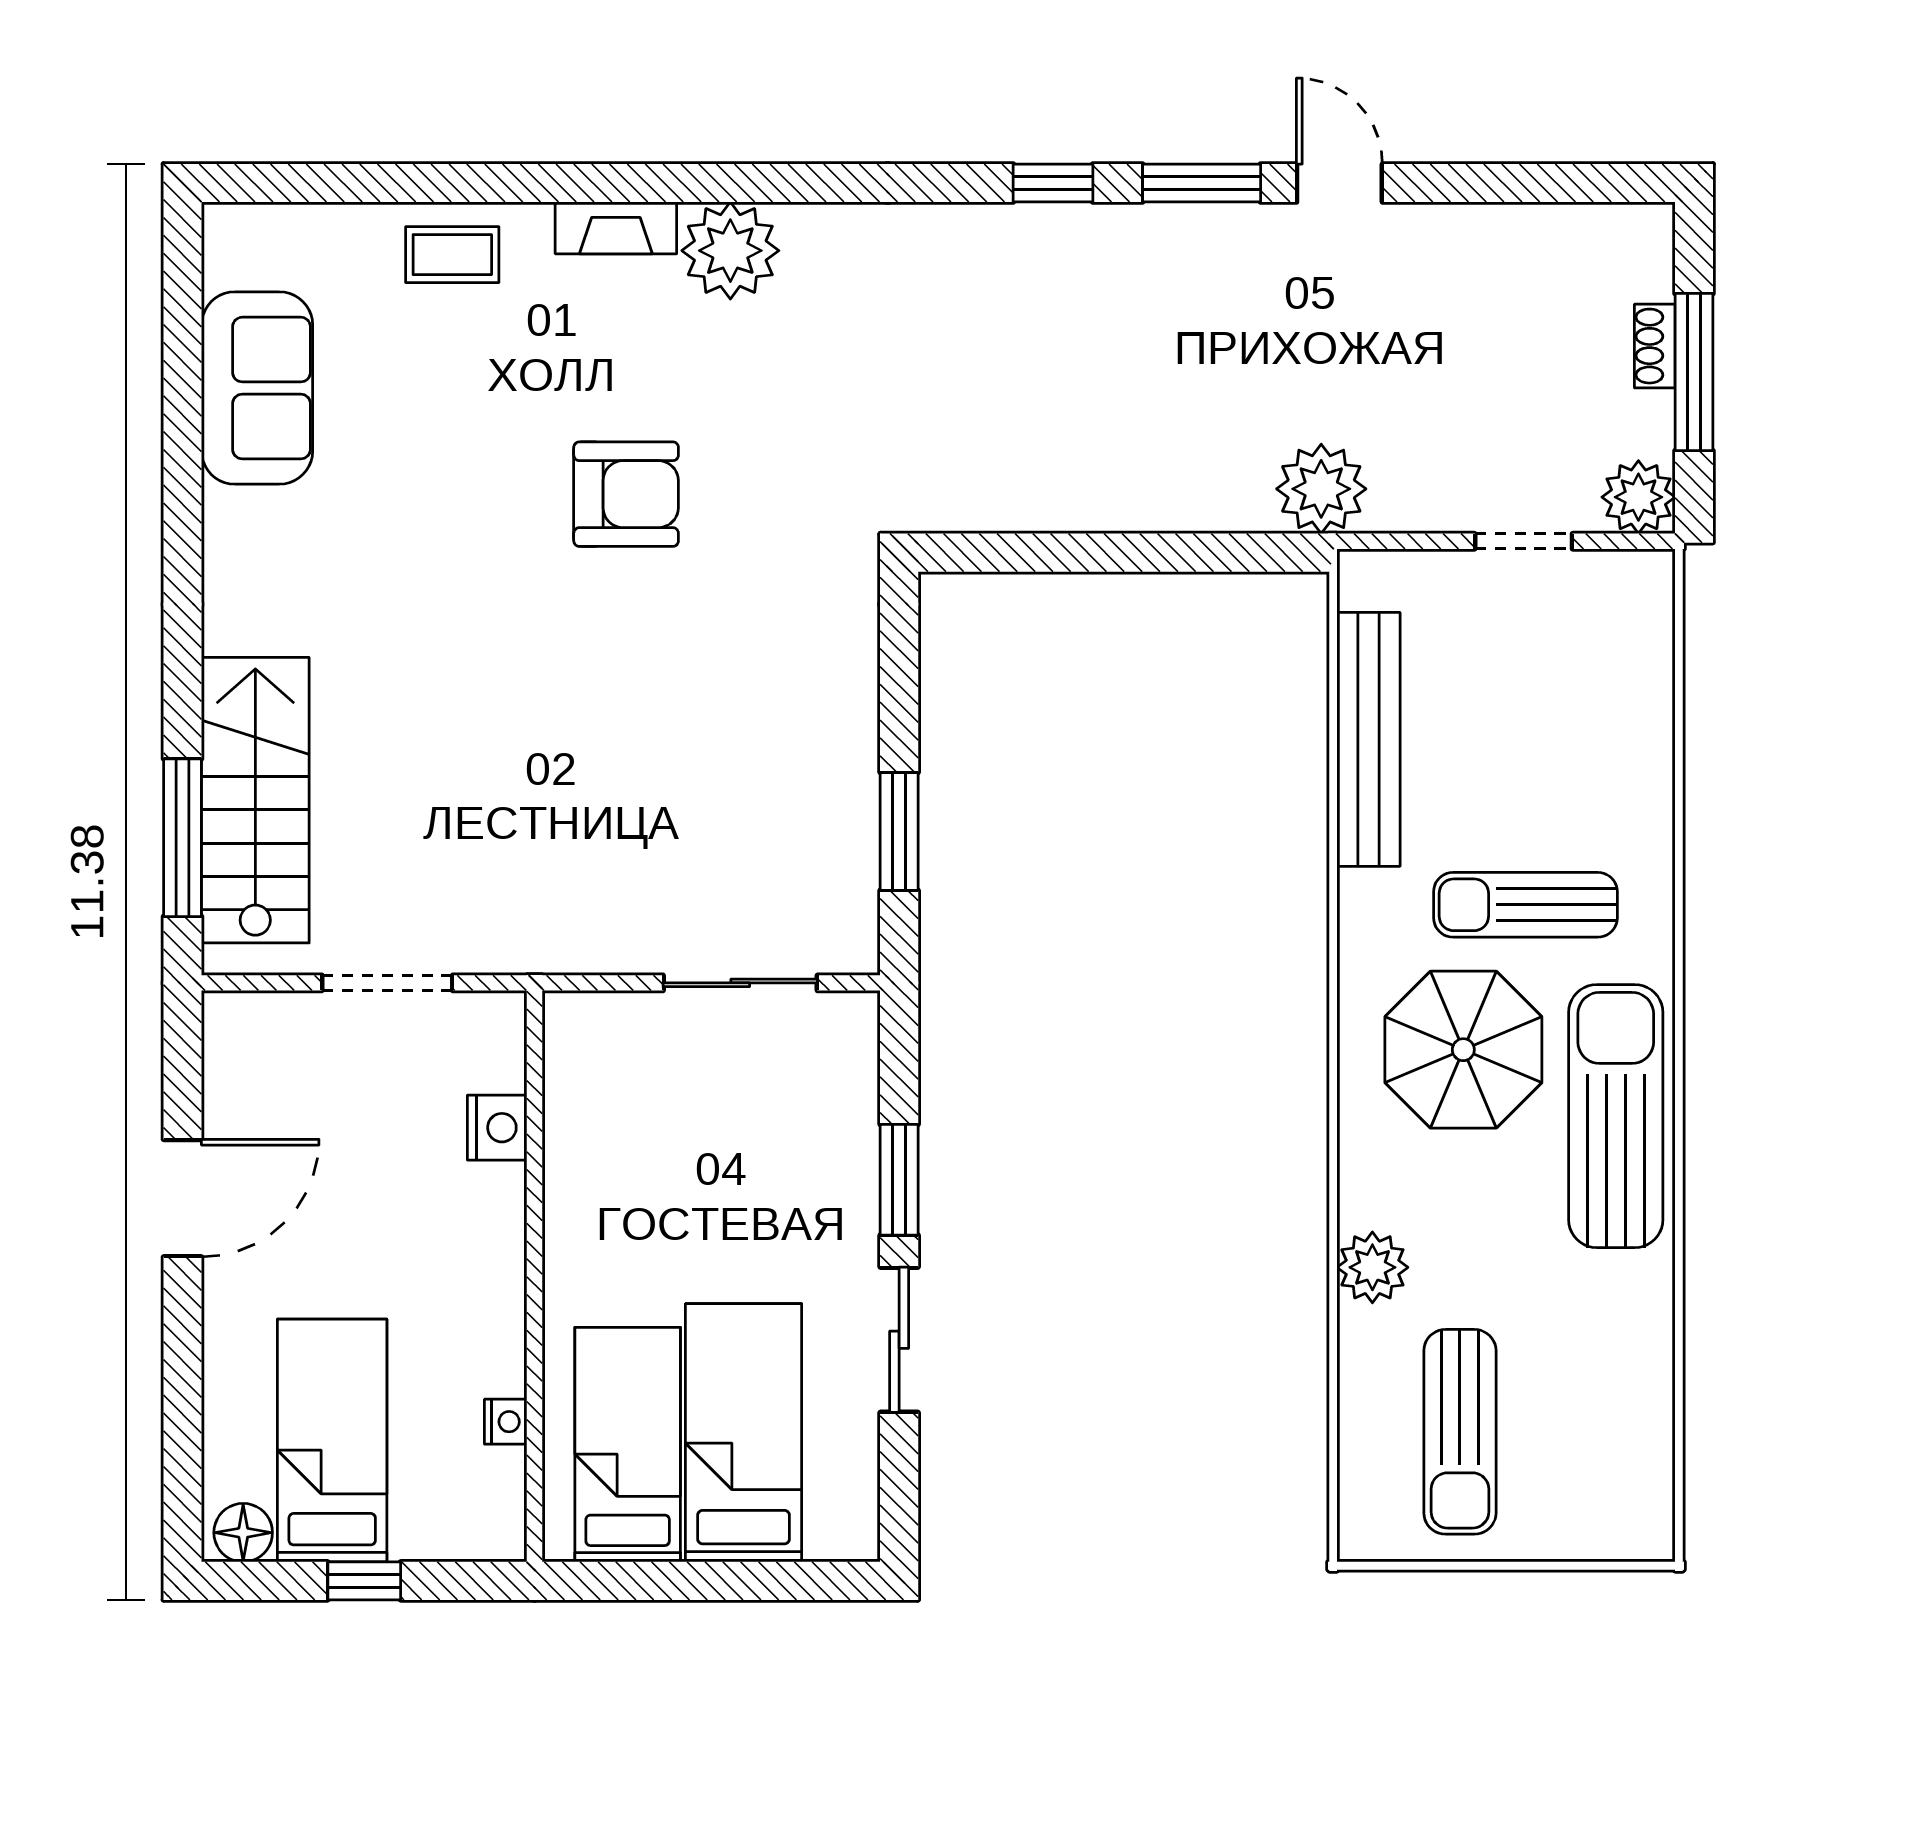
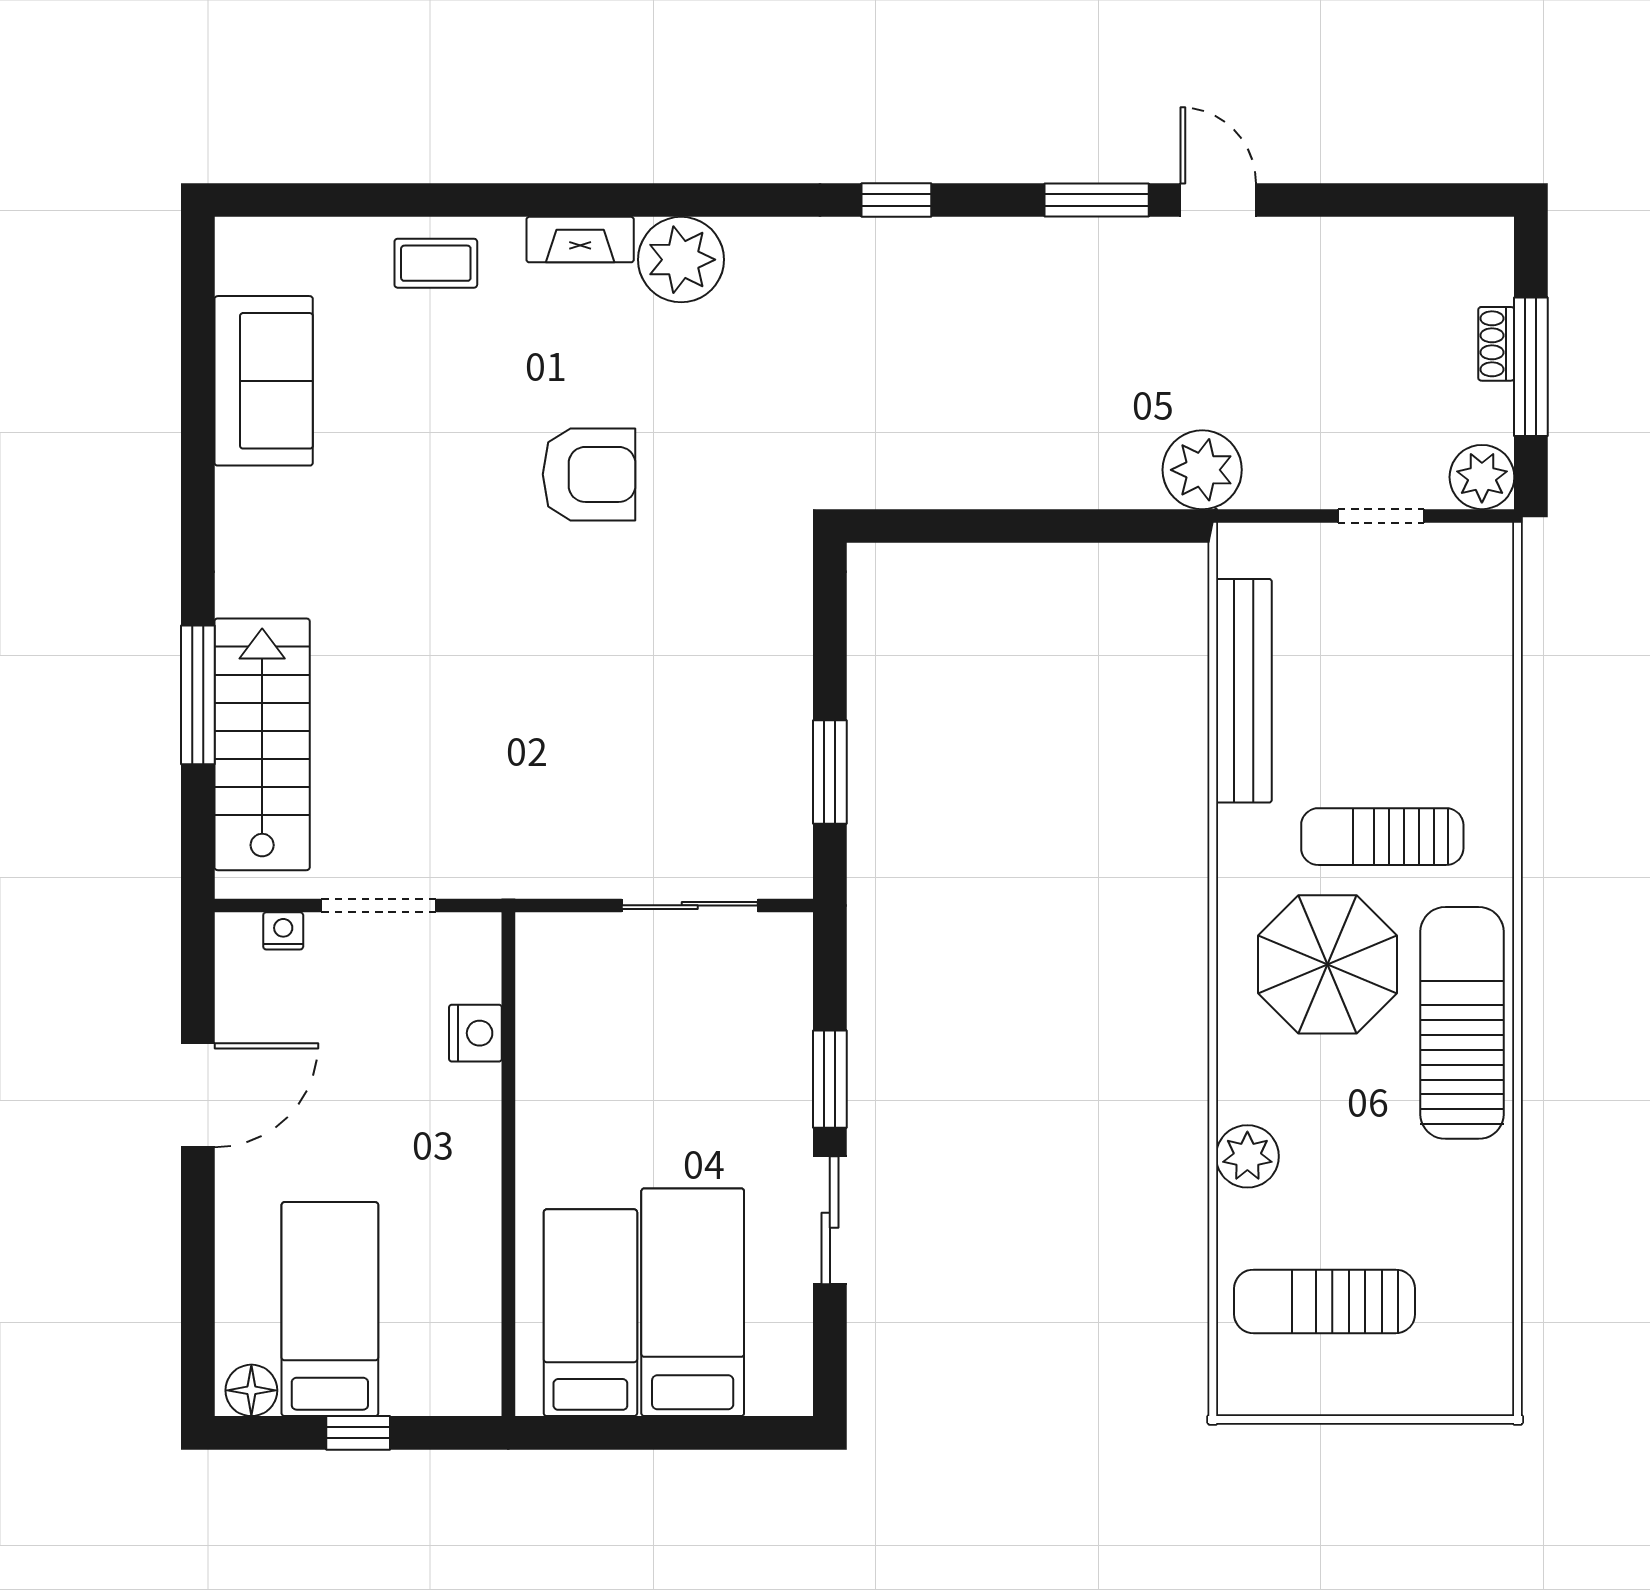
window: (1053, 183) -> (896, 200), moved
window: (183, 838) -> (198, 695), moved
nightstand: (506, 1422) -> (283, 931), moved, turned -90
sun lounger: (1460, 1432) -> (1325, 1301), turned 90

